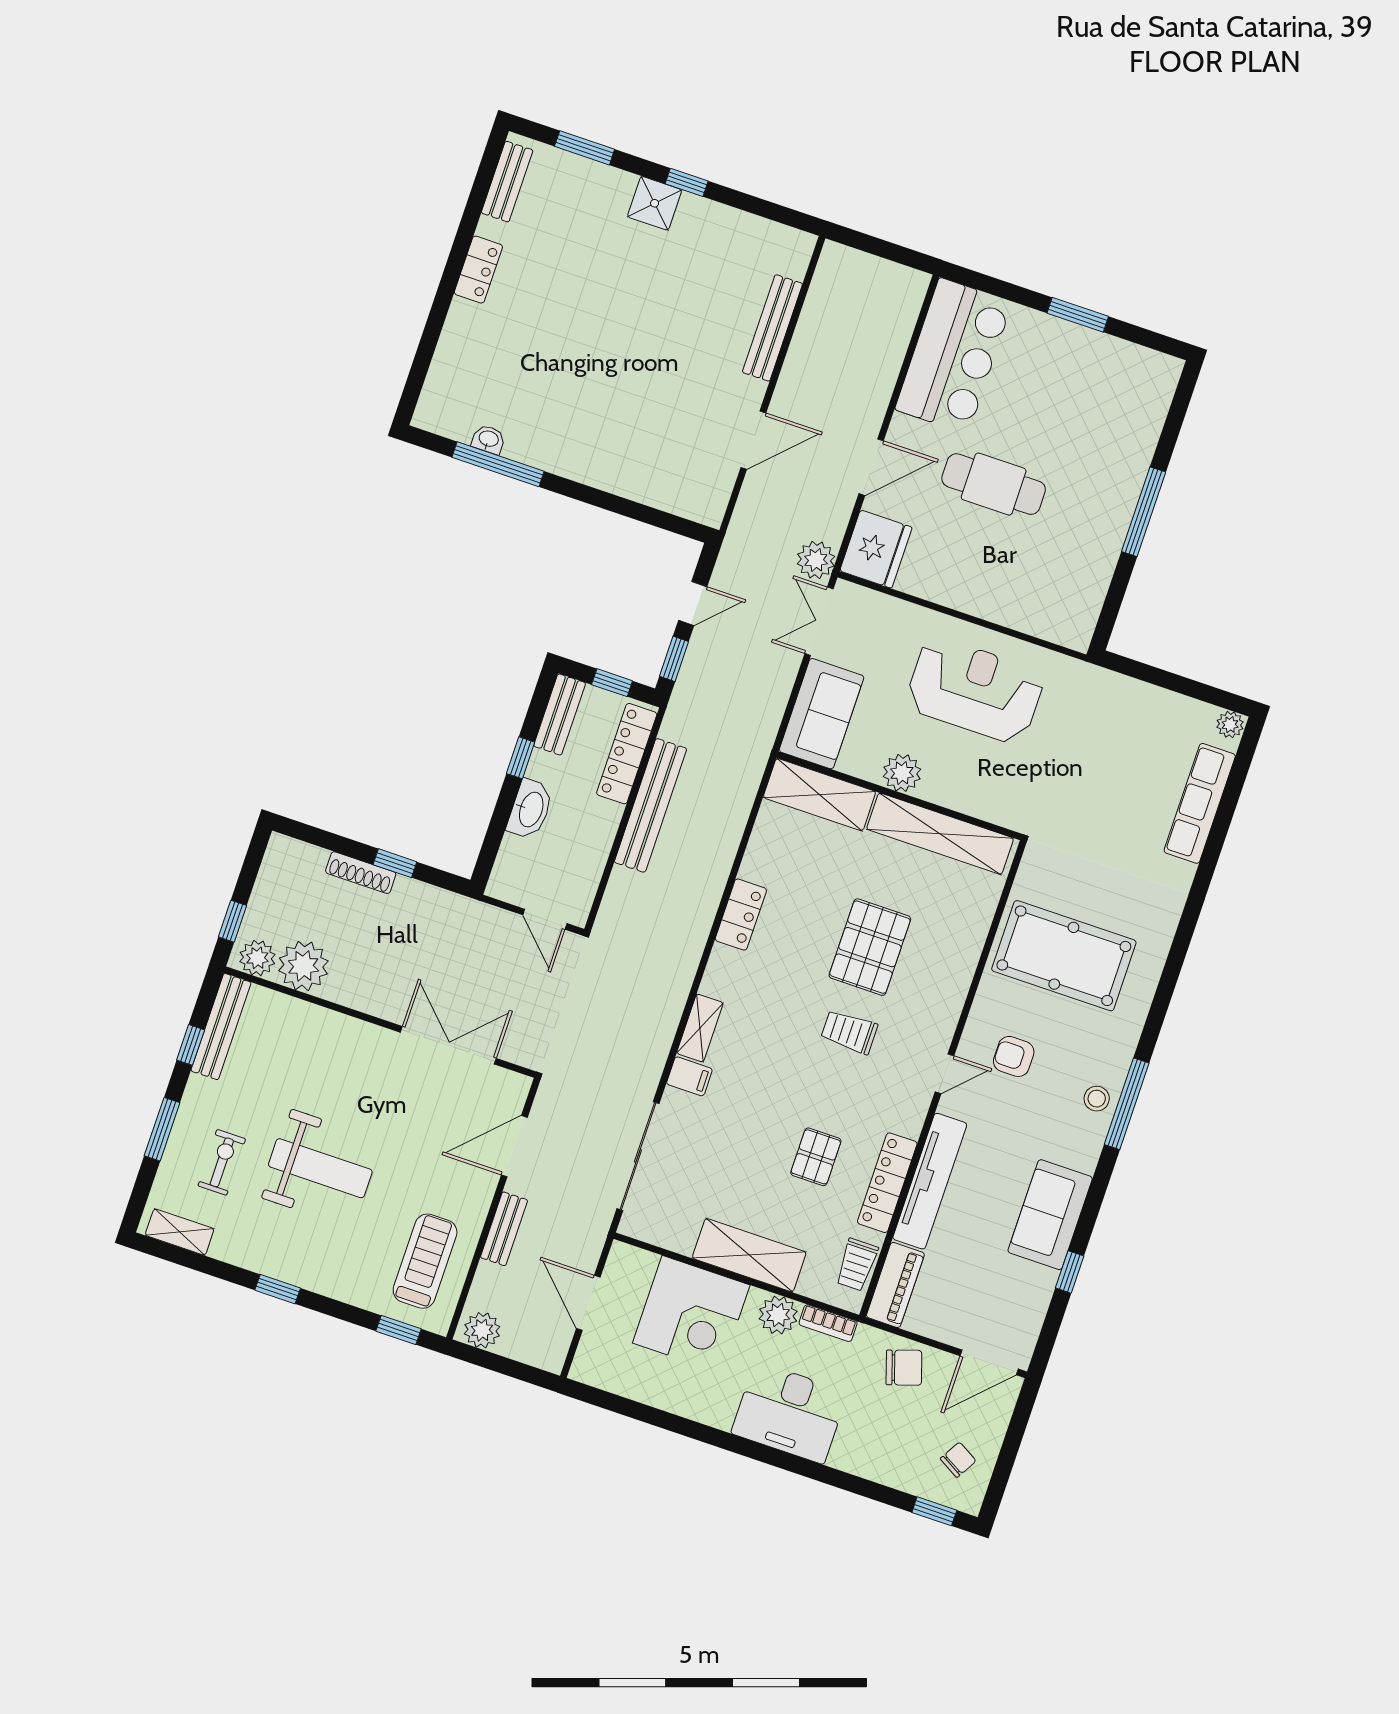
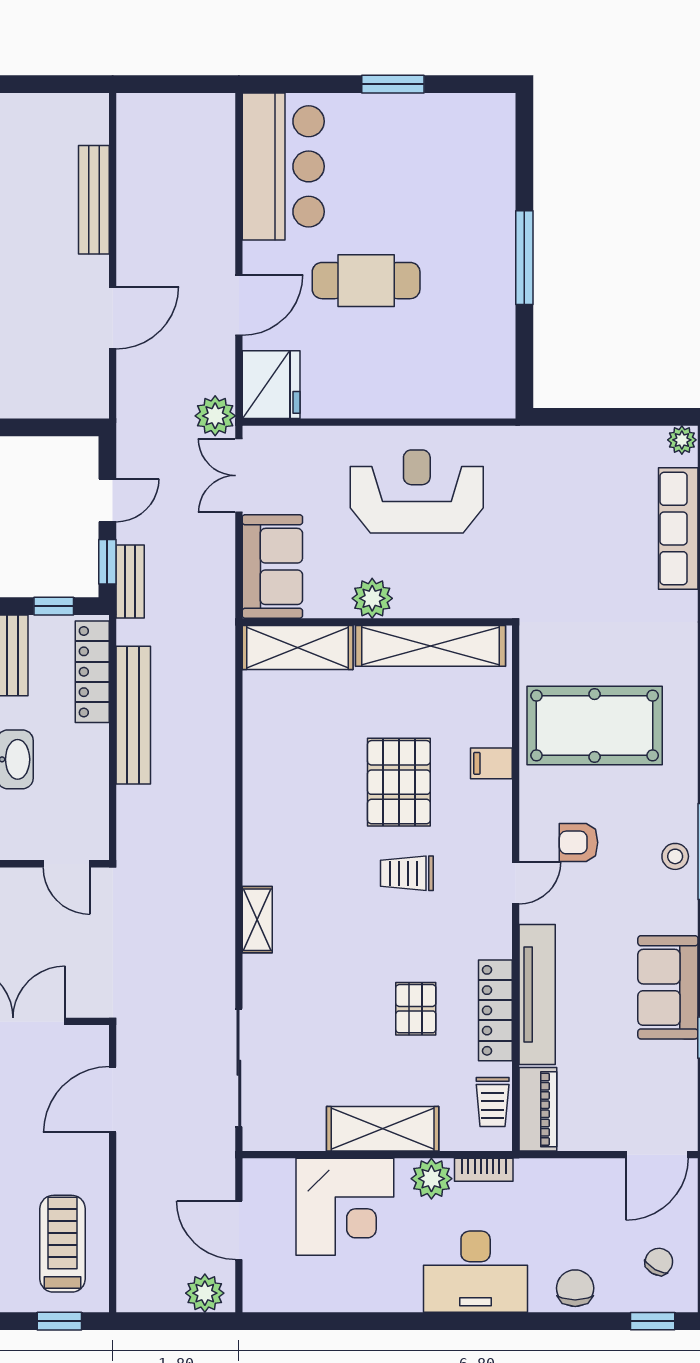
locker: (741, 915) -> (260, 793), removed
filing cabinet: (689, 1076) -> (491, 763), moved, turned 180
bench: (504, 1229) -> (130, 581), moved
plant: (482, 1330) -> (205, 1293), moved
chair: (904, 1368) -> (575, 1288), moved, turned -72

